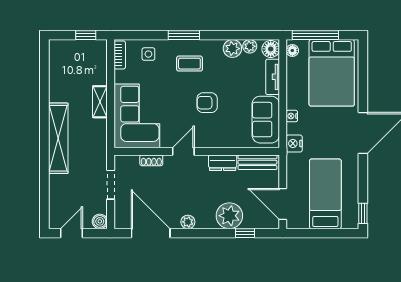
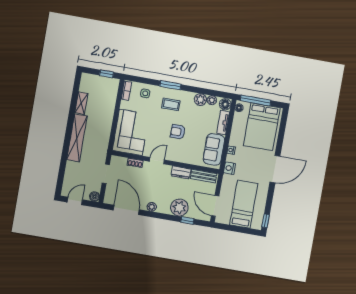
shelving: (100, 102) -> (81, 103), moved

